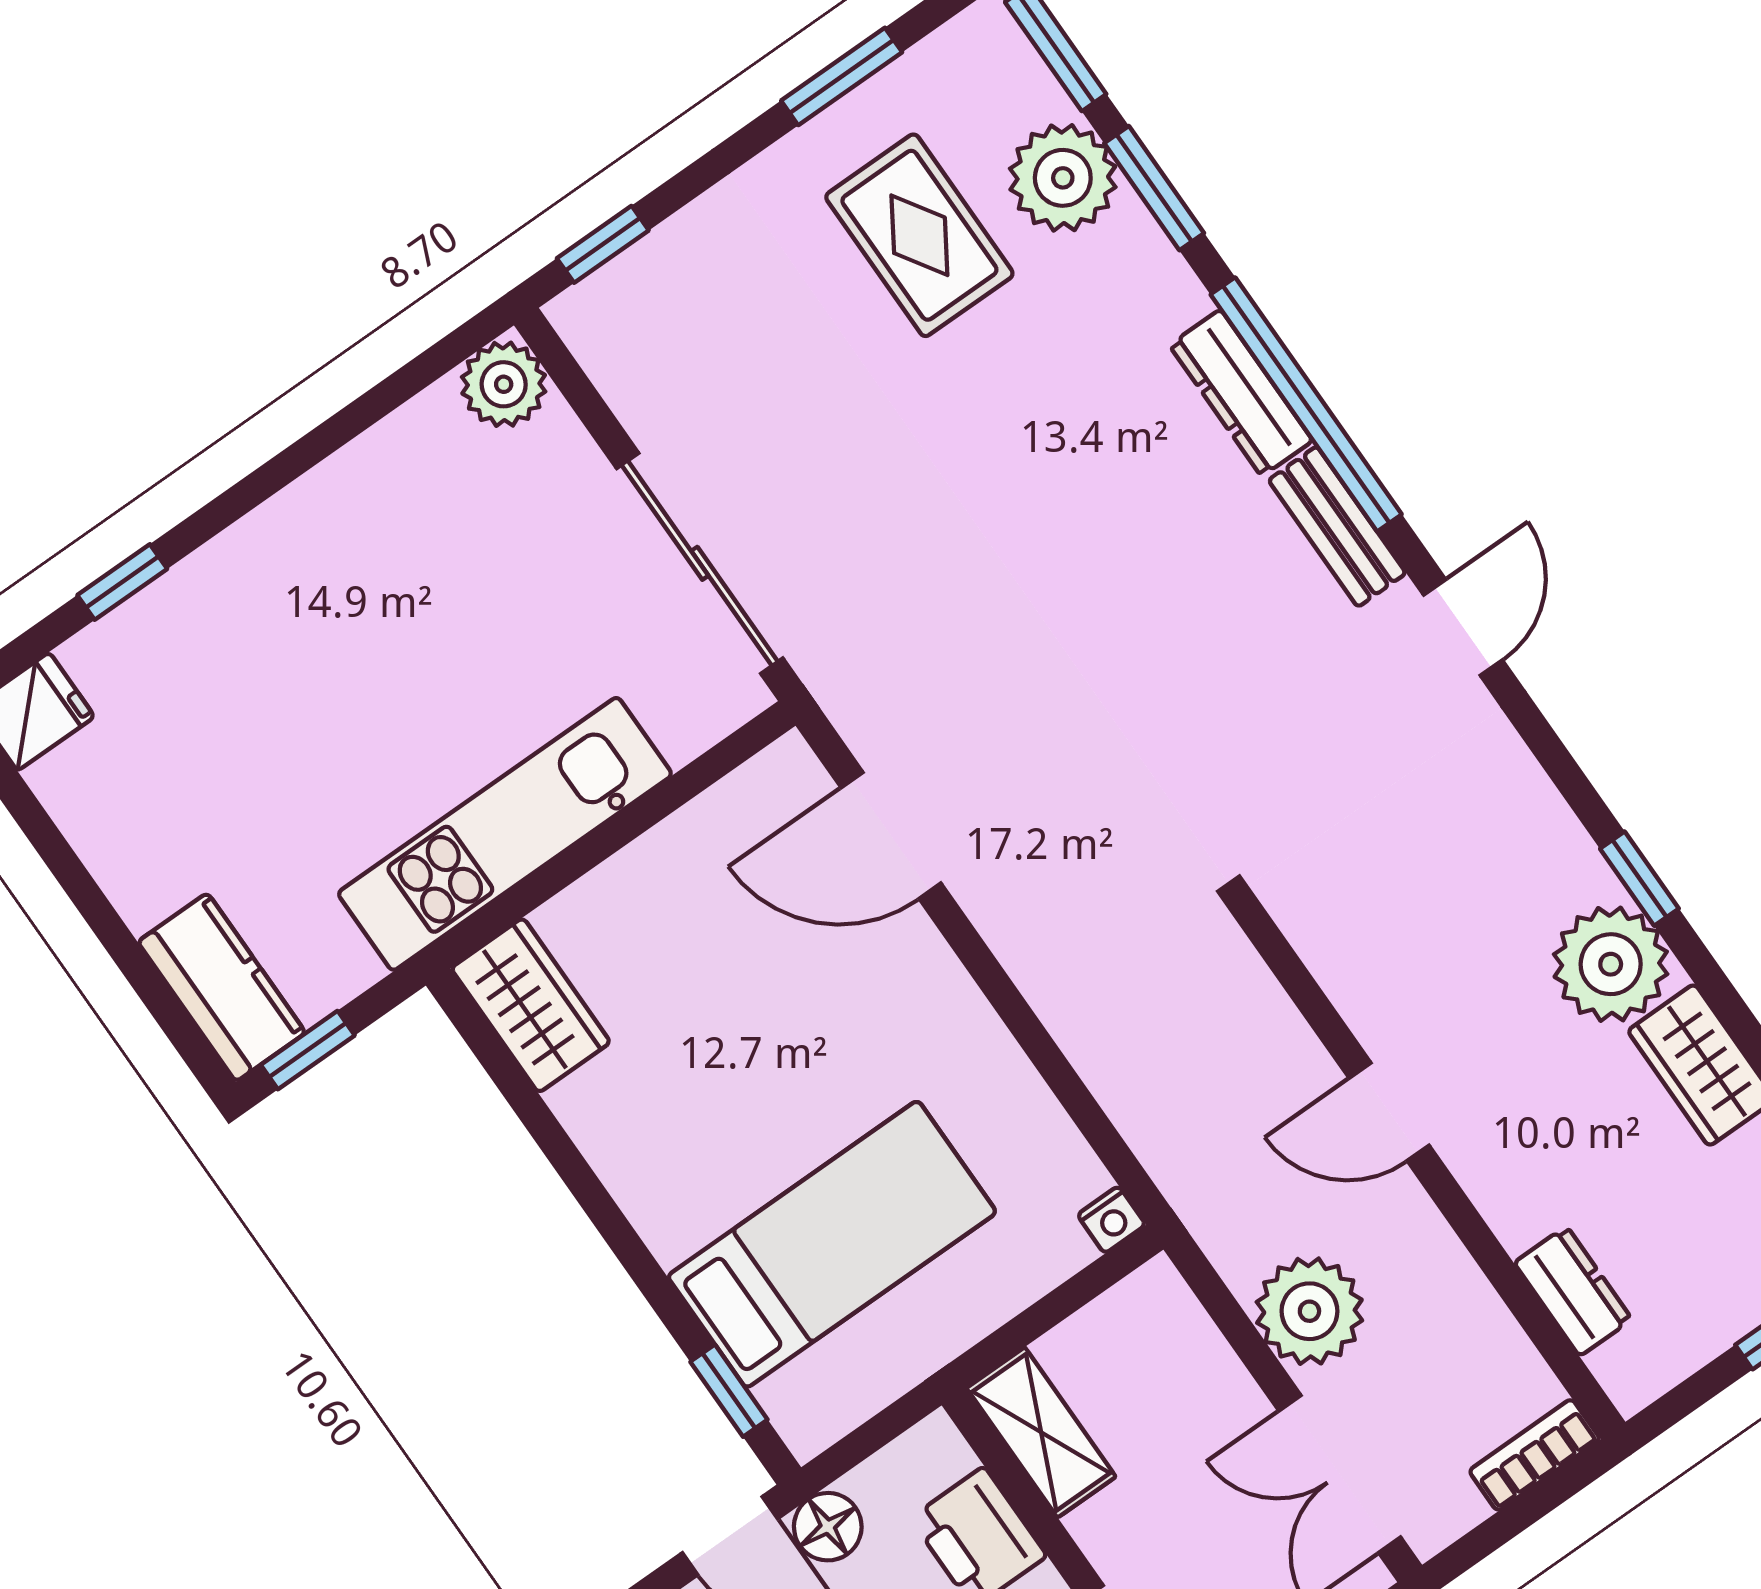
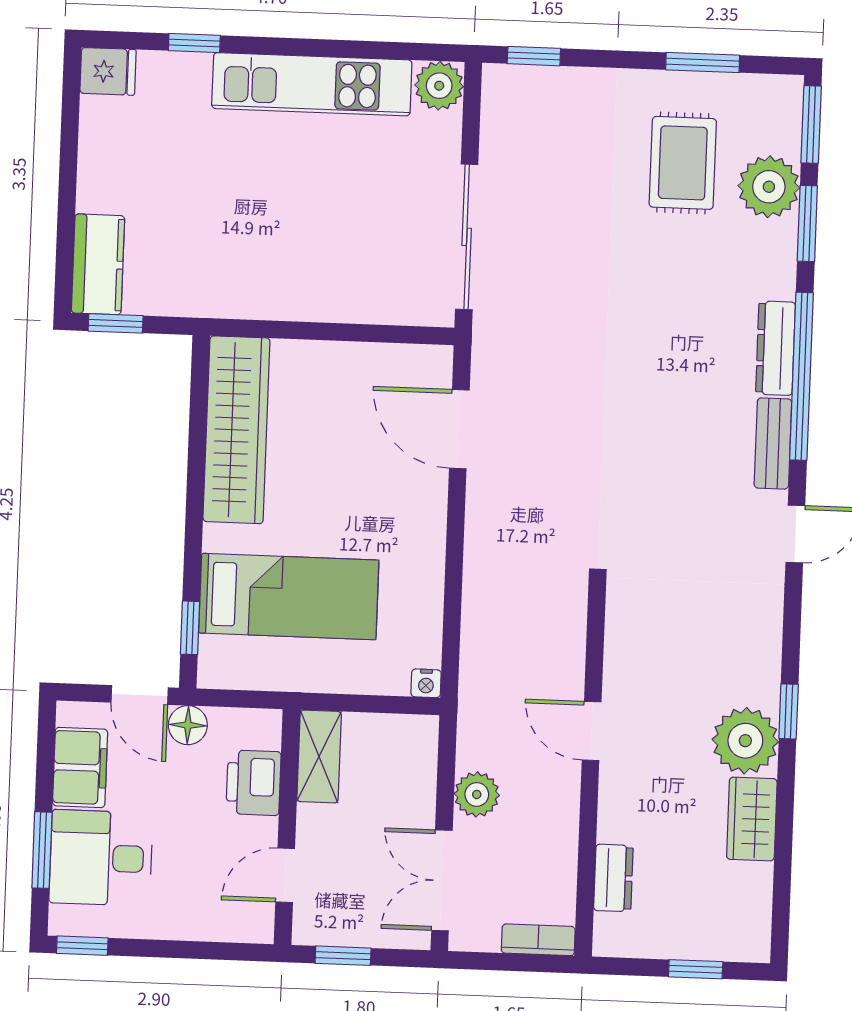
kitchen unit: (505, 834) -> (312, 84), moved, turned 180
wardrobe: (531, 1005) -> (236, 430), width x2.10, depth x1.17
plant: (1309, 1311) -> (477, 794), width x0.73, depth x0.73

